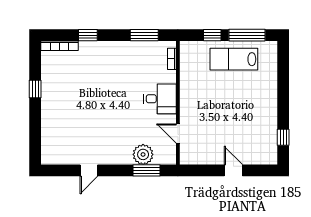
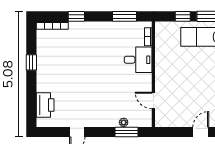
desk: (160, 99) -> (138, 60), moved
printer: (51, 139) -> (45, 105), added
plant: (143, 154) -> (124, 122), width x0.53, depth x0.53
door: (233, 170) -> (201, 132), hinge flipped

